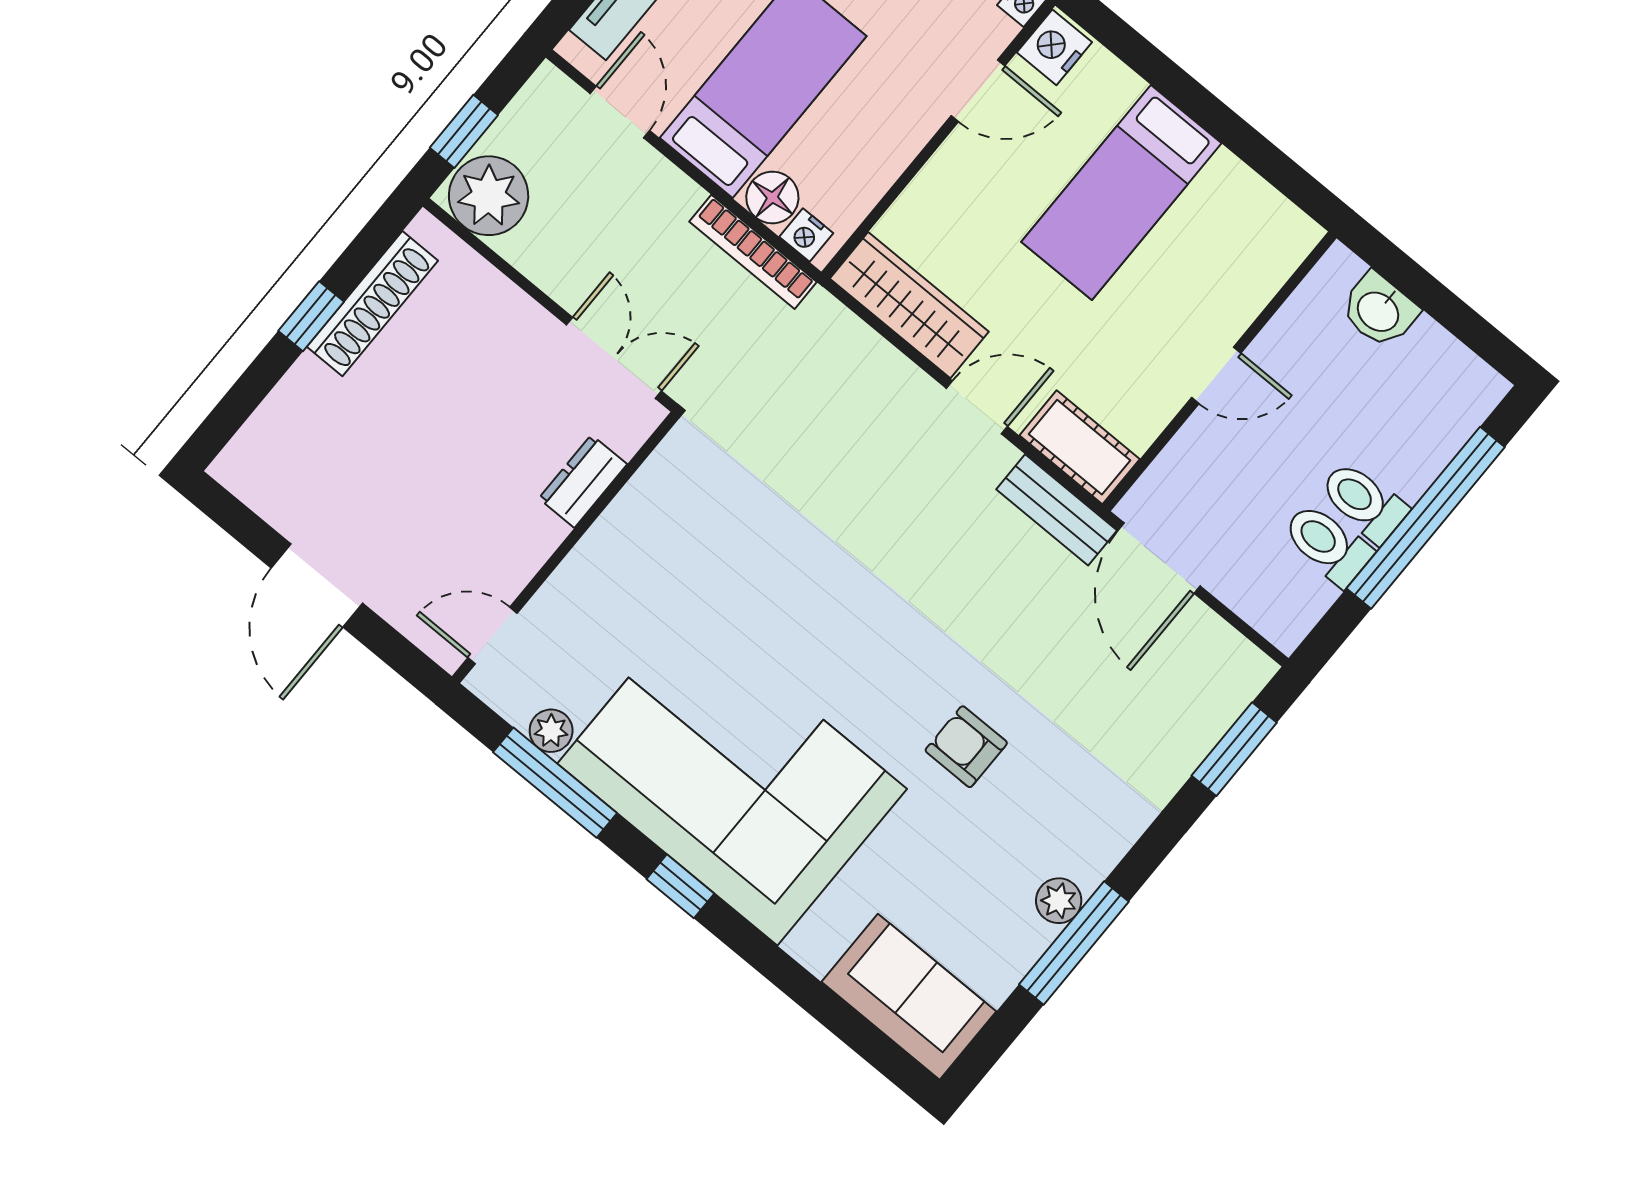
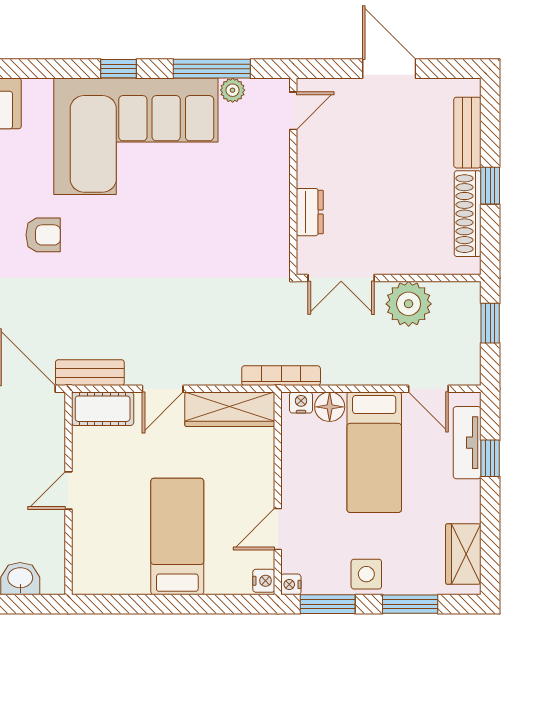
nightstand: (1054, 47) -> (264, 581), width x0.72, depth x0.74
plant: (489, 196) -> (409, 304), moved
bookcase: (753, 252) -> (281, 376), moved
bench: (283, 413) -> (467, 133), added

